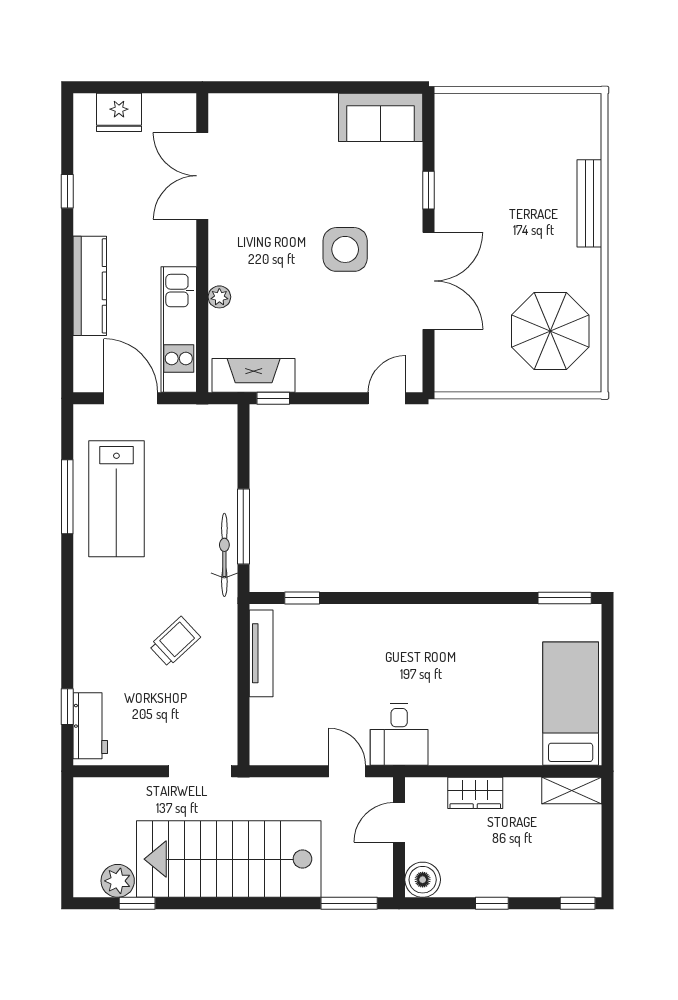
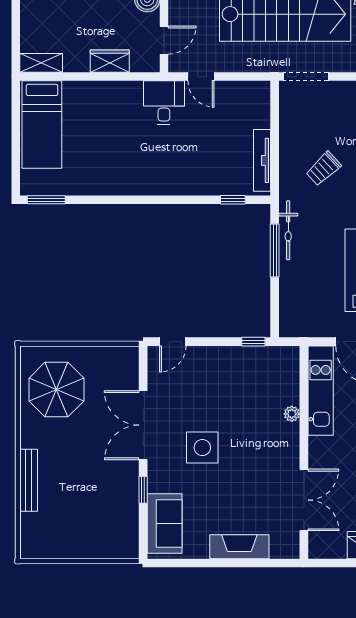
sofa: (381, 117) -> (165, 523), moved, turned 90
fireplace: (254, 375) -> (239, 547), moved, turned 180

